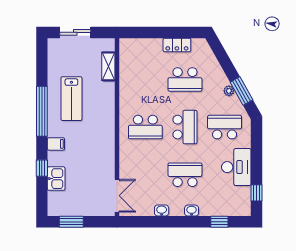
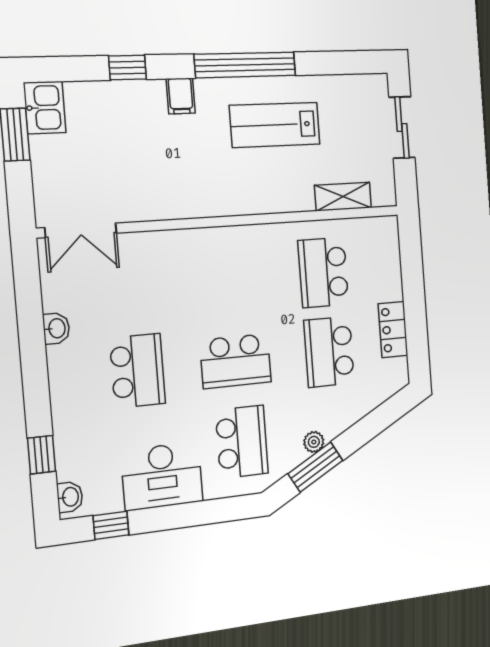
school desk: (145, 127) -> (323, 272), moved
kitchen sink: (56, 179) -> (45, 108), moved, turned -90
washbasin: (192, 211) -> (70, 497), moved

